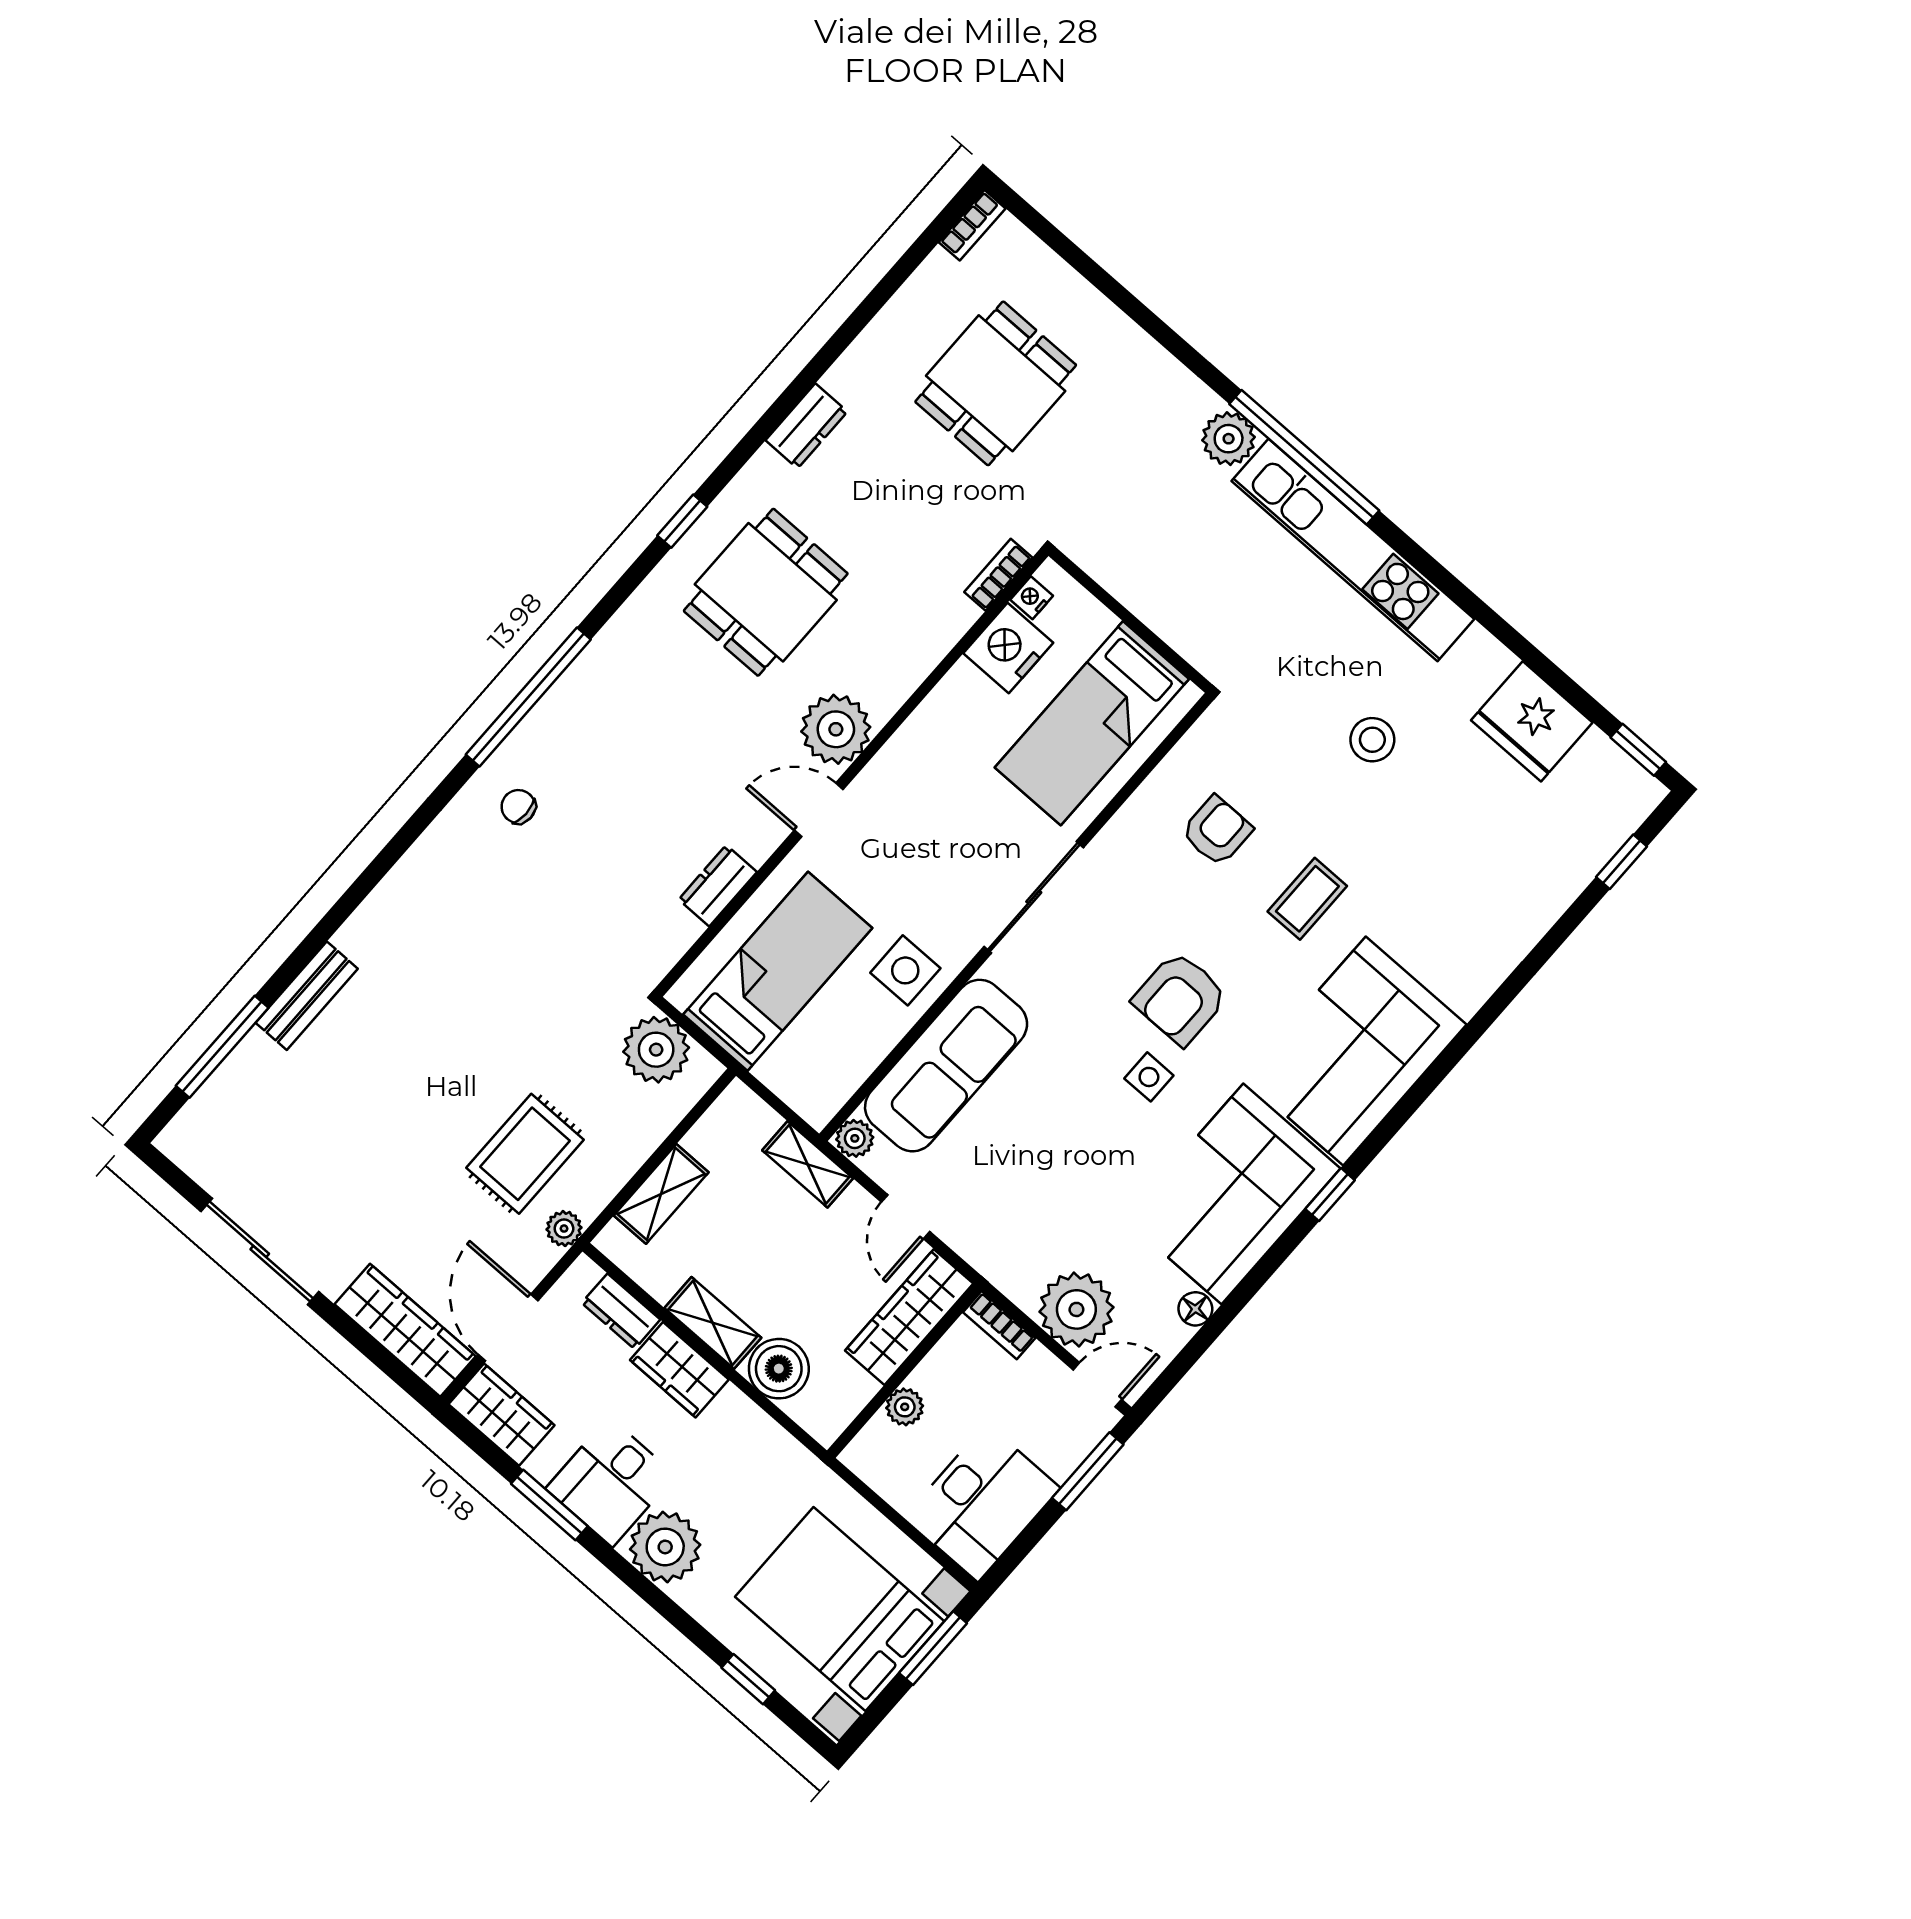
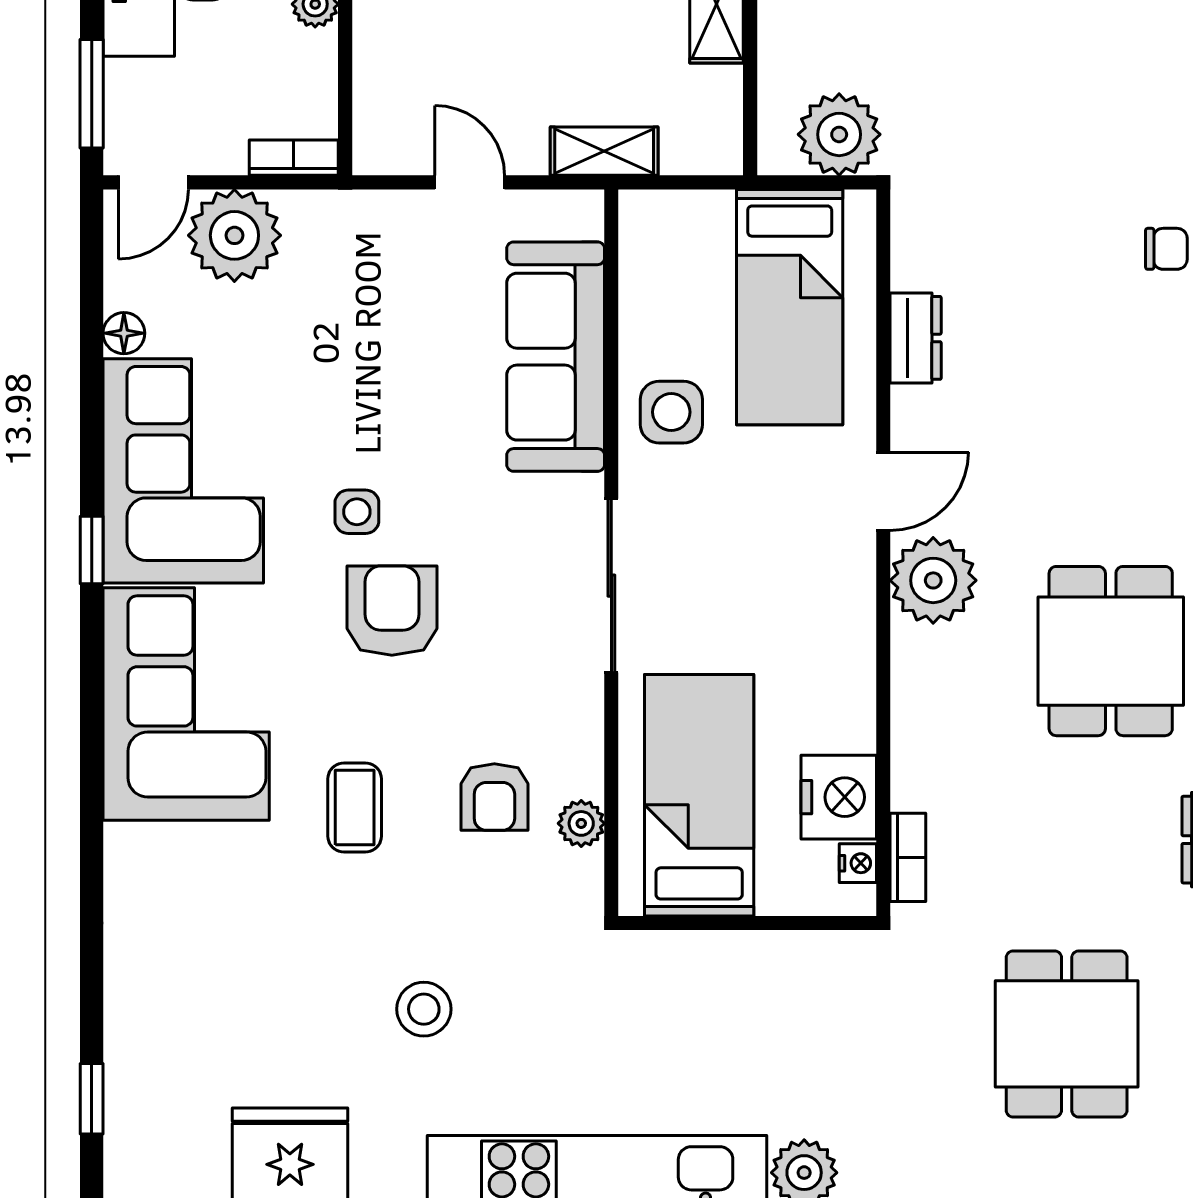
plant: (855, 1138) -> (581, 823), moved
wardrobe: (909, 1317) -> (384, 92), removed

